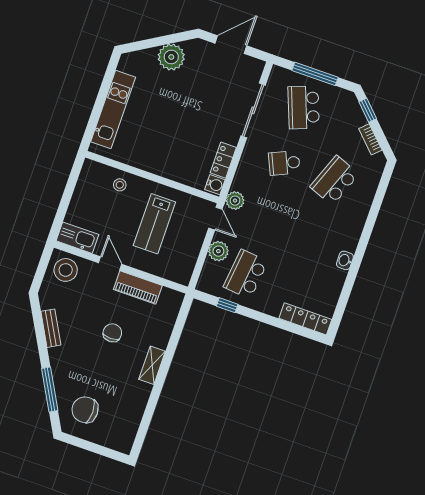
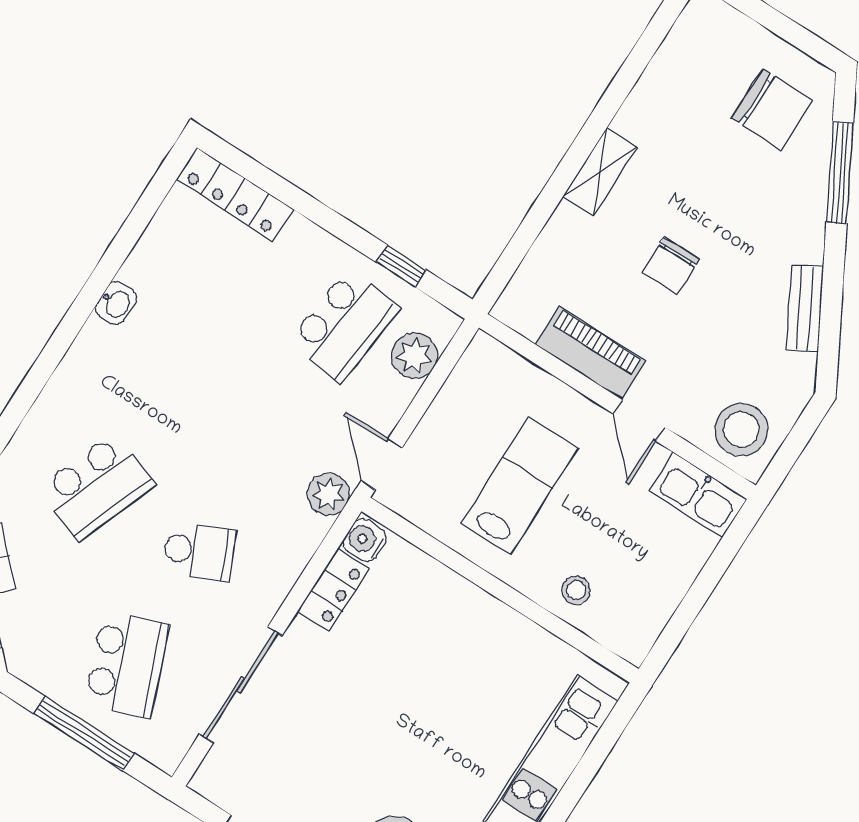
plant: (218, 251) -> (414, 356), moved

